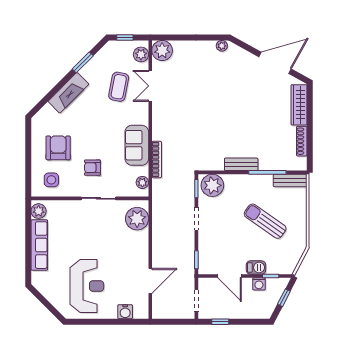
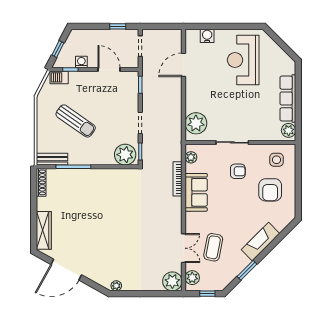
shoe rack: (302, 141) -> (41, 182), moved
bench: (241, 164) -> (98, 174), removed
barbecue: (256, 268) -> (59, 77), moved

